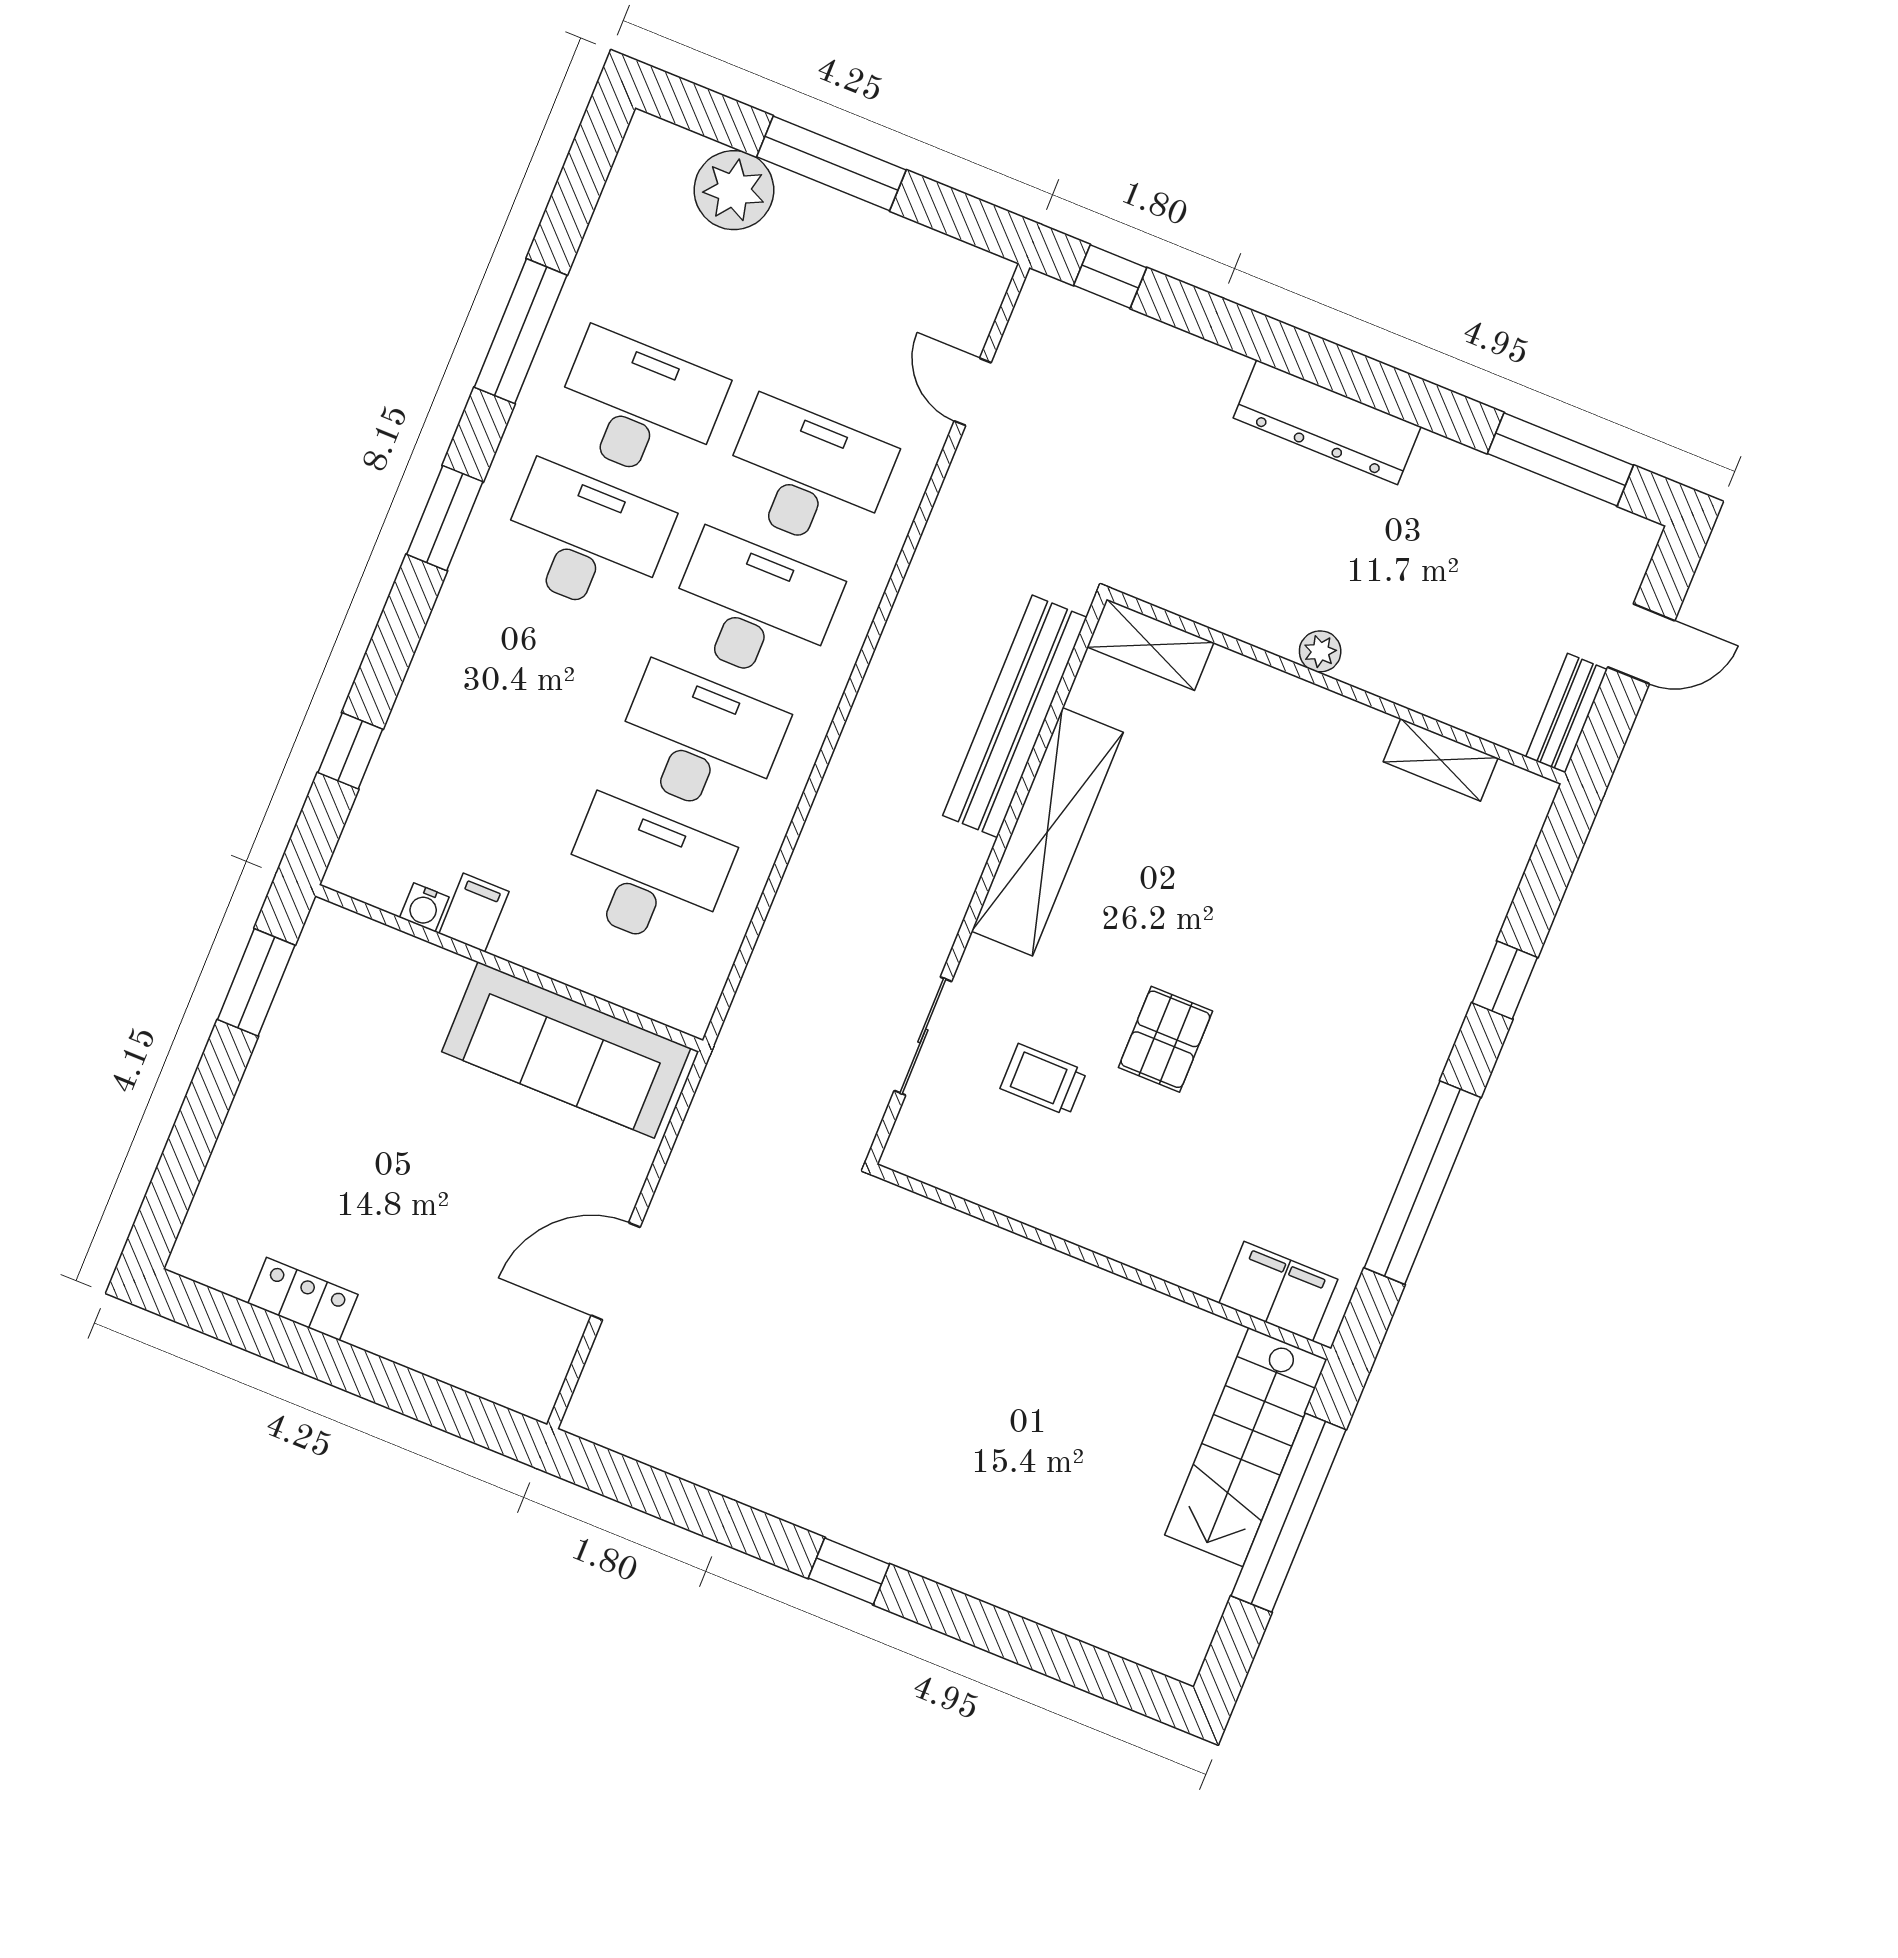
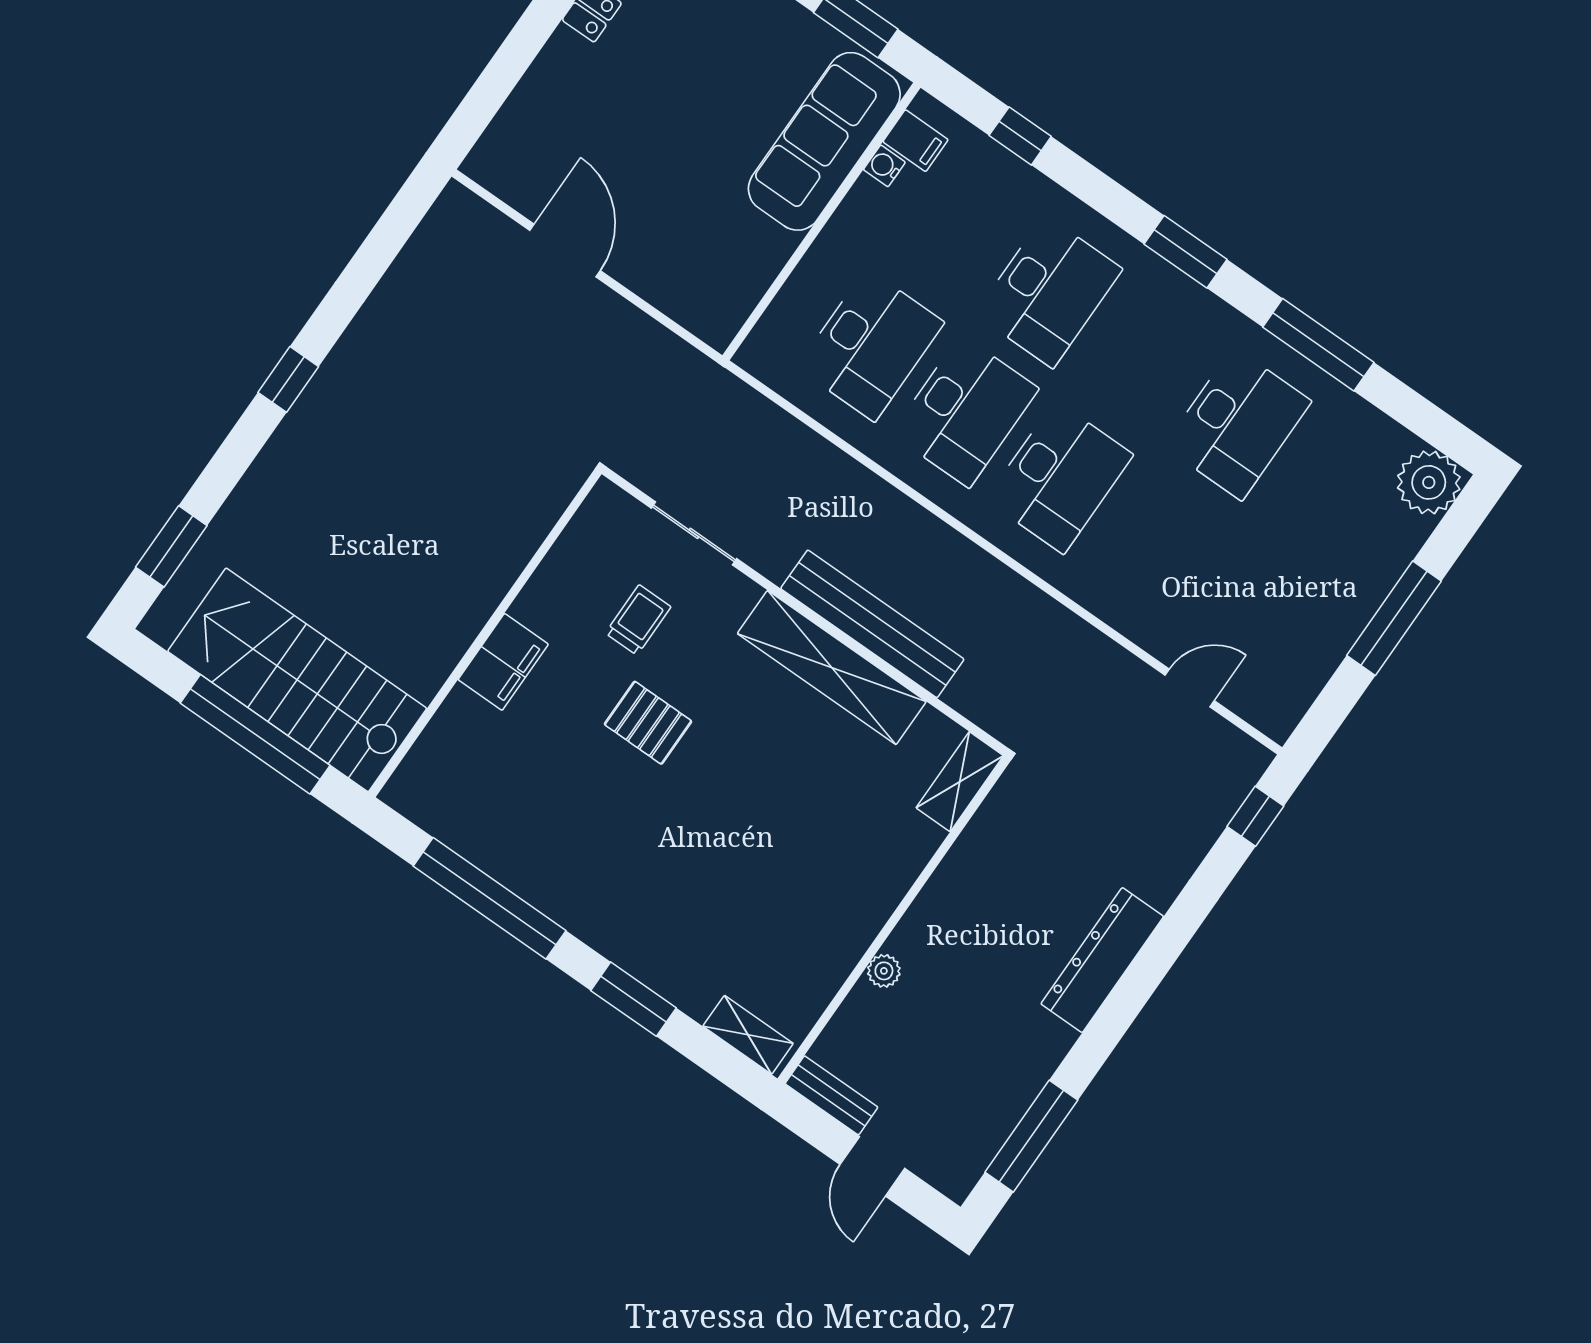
plant: (734, 190) -> (1429, 482), moved
desk: (807, 475) -> (1154, 543), removed
desk: (585, 540) -> (1049, 292), moved
plant: (1320, 651) -> (884, 971), moved
bench: (1015, 716) -> (872, 624), moved
shelving: (1441, 760) -> (748, 1035), moved, turned 90
filing cabinet: (474, 913) -> (916, 141), moved
window: (1505, 980) -> (633, 999), width x1.50
sofa: (566, 1050) -> (824, 141), moved
filing cabinet: (1278, 1291) -> (503, 662), moved
stairs: (1246, 1447) -> (297, 680), width x1.36, depth x1.51
window: (1084, 1667) -> (171, 546), added

